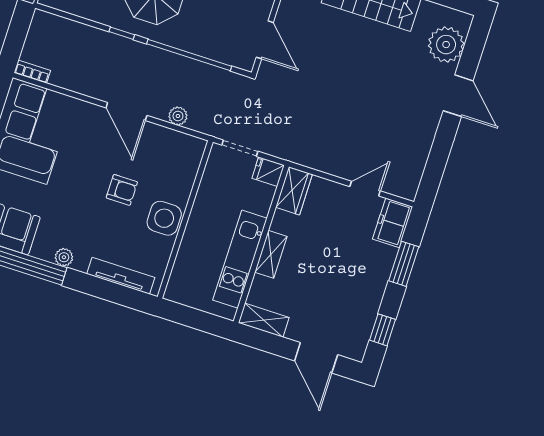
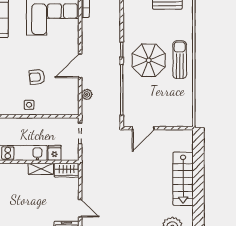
fridge: (268, 172) -> (55, 153), moved
armchair: (122, 190) -> (37, 77), turned 84
side table: (164, 218) -> (29, 105), width x0.54, depth x0.54
shelving: (271, 254) -> (41, 169), moved

